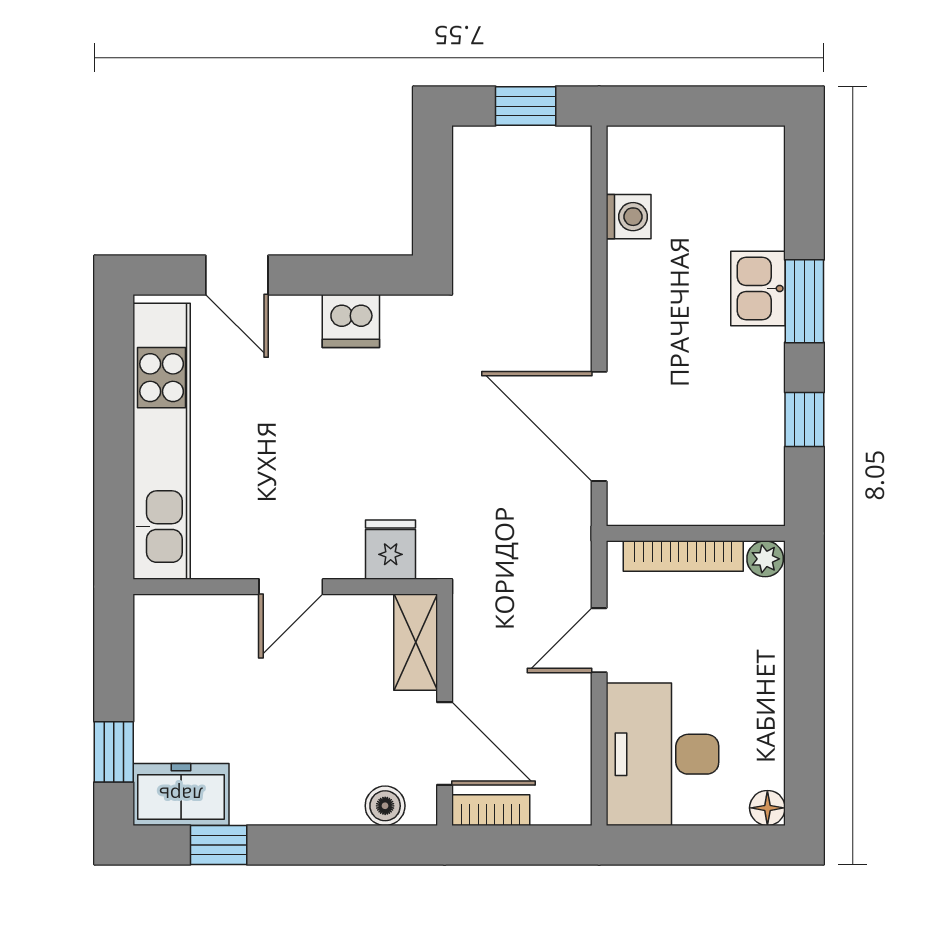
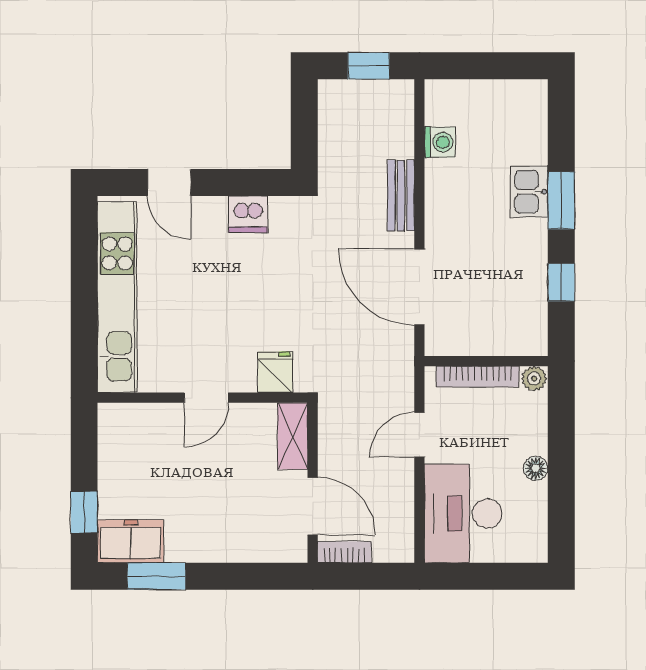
bench: (572, 294) -> (401, 195), added
boiler: (385, 806) -> (272, 549), removed
floor lamp: (767, 808) -> (536, 468), moved
window: (219, 845) -> (157, 576), width x1.50

